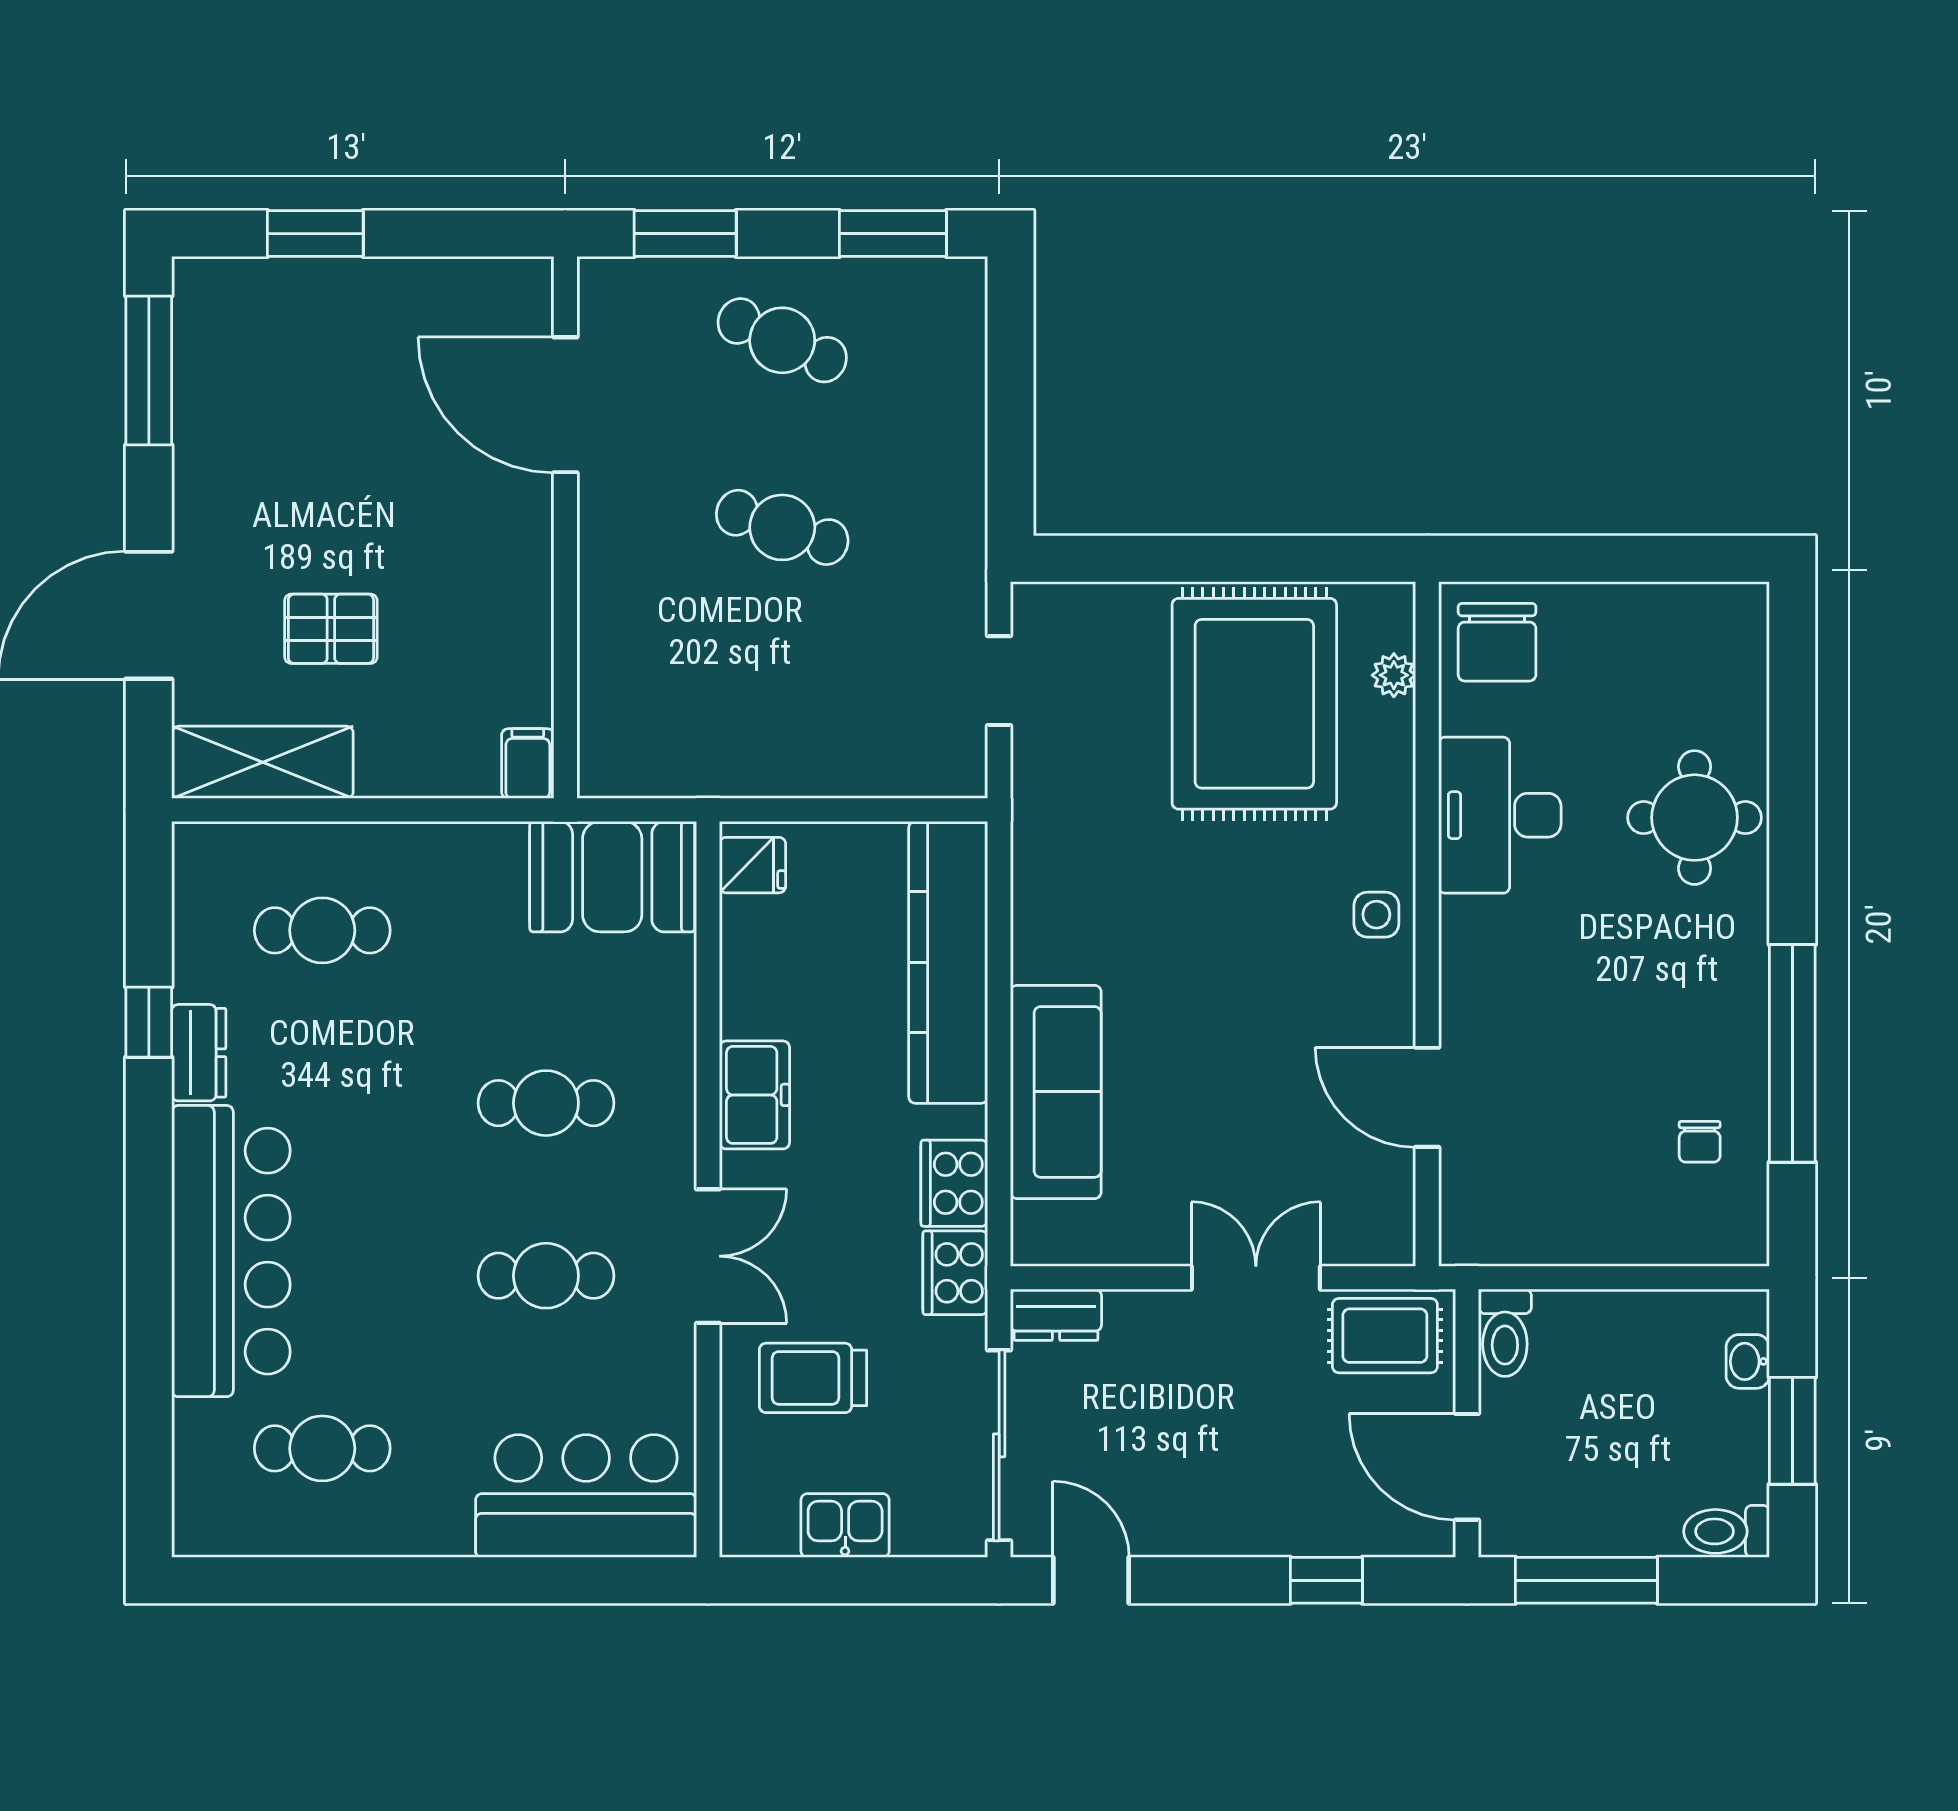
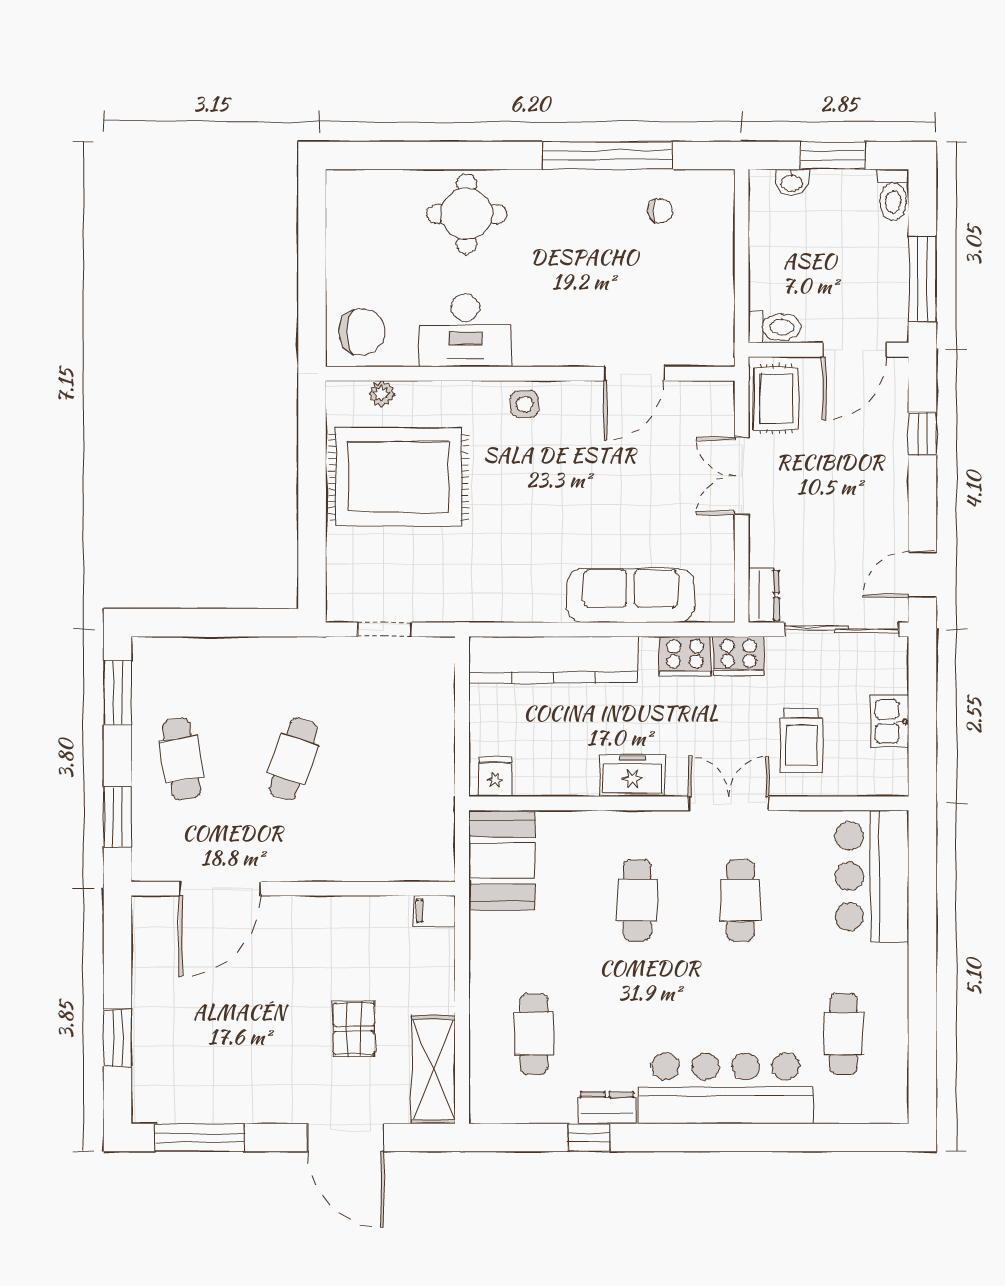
cafe table: (782, 340) -> (181, 759), turned -33

